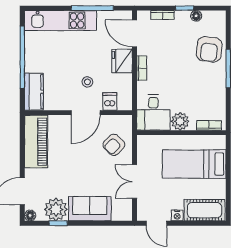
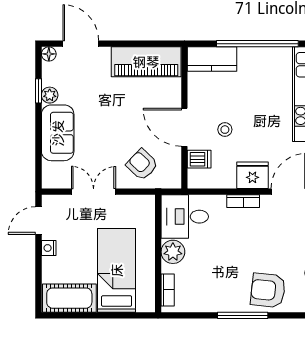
plant: (56, 209) -> (50, 95), width x0.53, depth x0.53
cot: (204, 210) -> (69, 298), moved, turned 90

